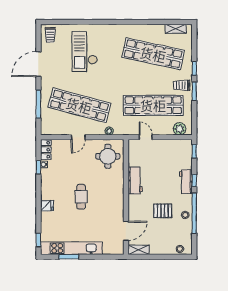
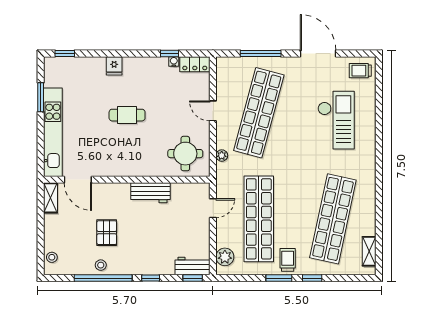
checkout: (85, 52) -> (336, 120), turned 90
workbench: (186, 182) -> (193, 266), moved
kitchen unit: (71, 248) -> (53, 132), moved

